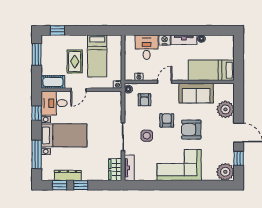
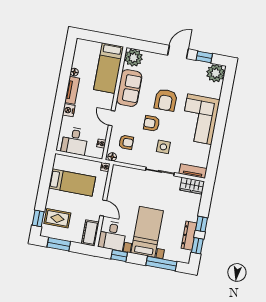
desk: (147, 47) -> (75, 141), moved, turned -90
rug: (75, 62) -> (57, 218), moved
plant: (225, 109) -> (134, 58), moved

